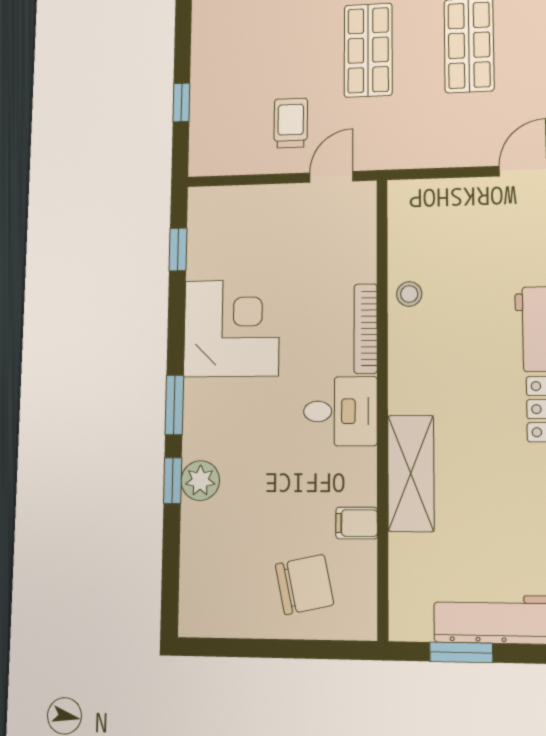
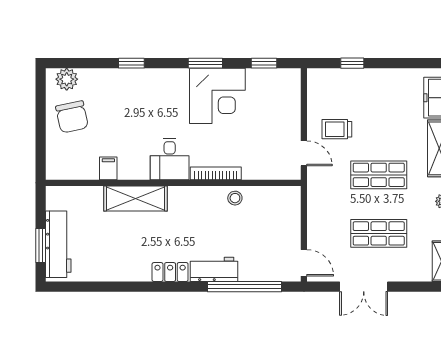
trolley: (291, 123) -> (337, 129), turned 180
window: (174, 405) -> (205, 63), moved
plant: (200, 481) -> (67, 79), moved
chair: (304, 585) -> (72, 117), moved
window: (461, 652) -> (41, 246), moved

